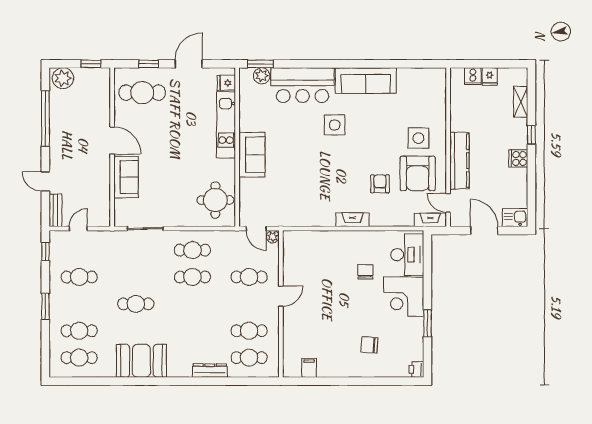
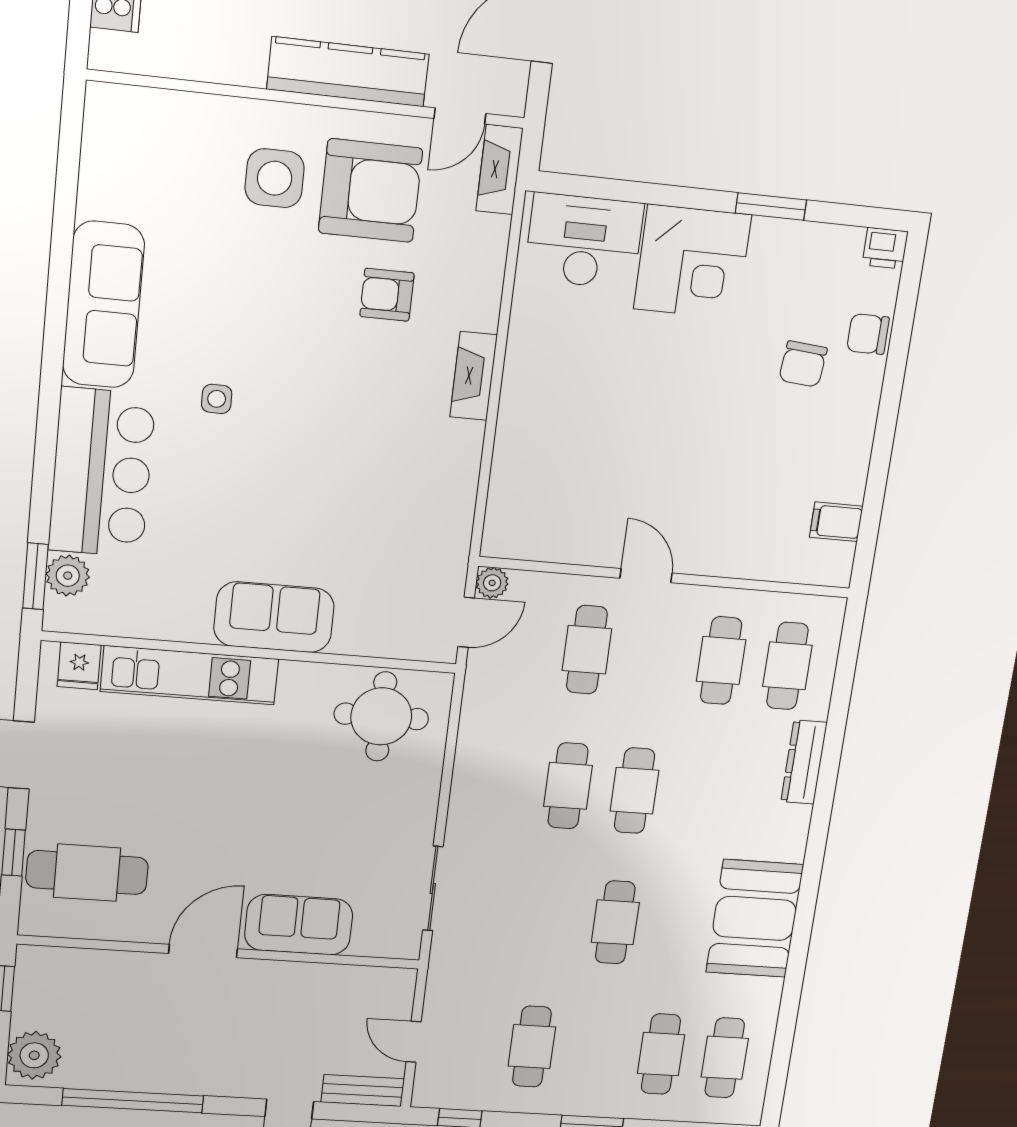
cafe table: (142, 93) -> (87, 873), turned 90
side table: (335, 125) -> (217, 399), width x0.54, depth x0.54
cafe table: (192, 250) -> (634, 791), moved
chair: (365, 272) -> (868, 334), moved

